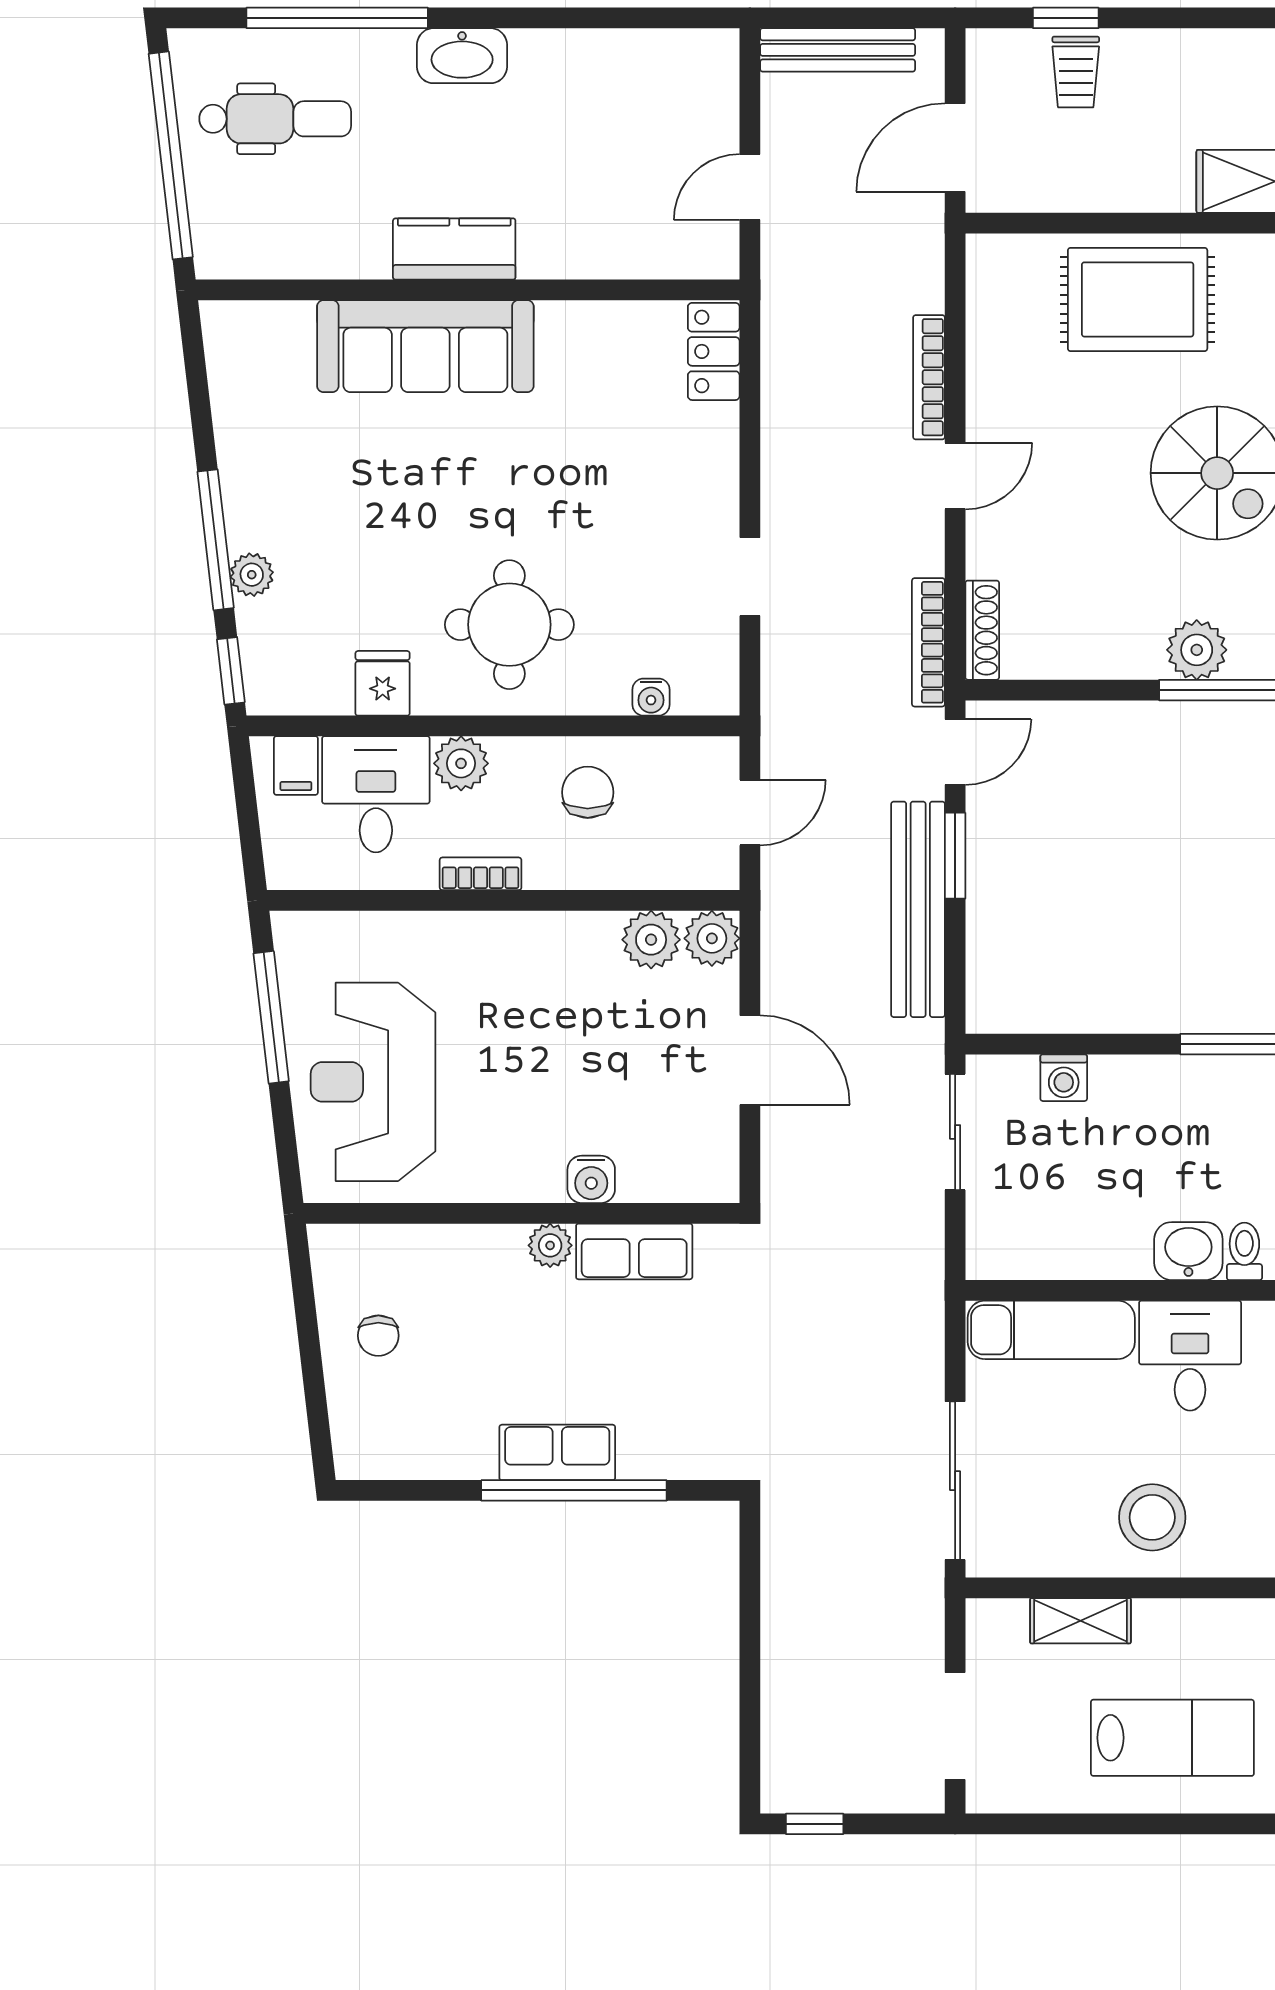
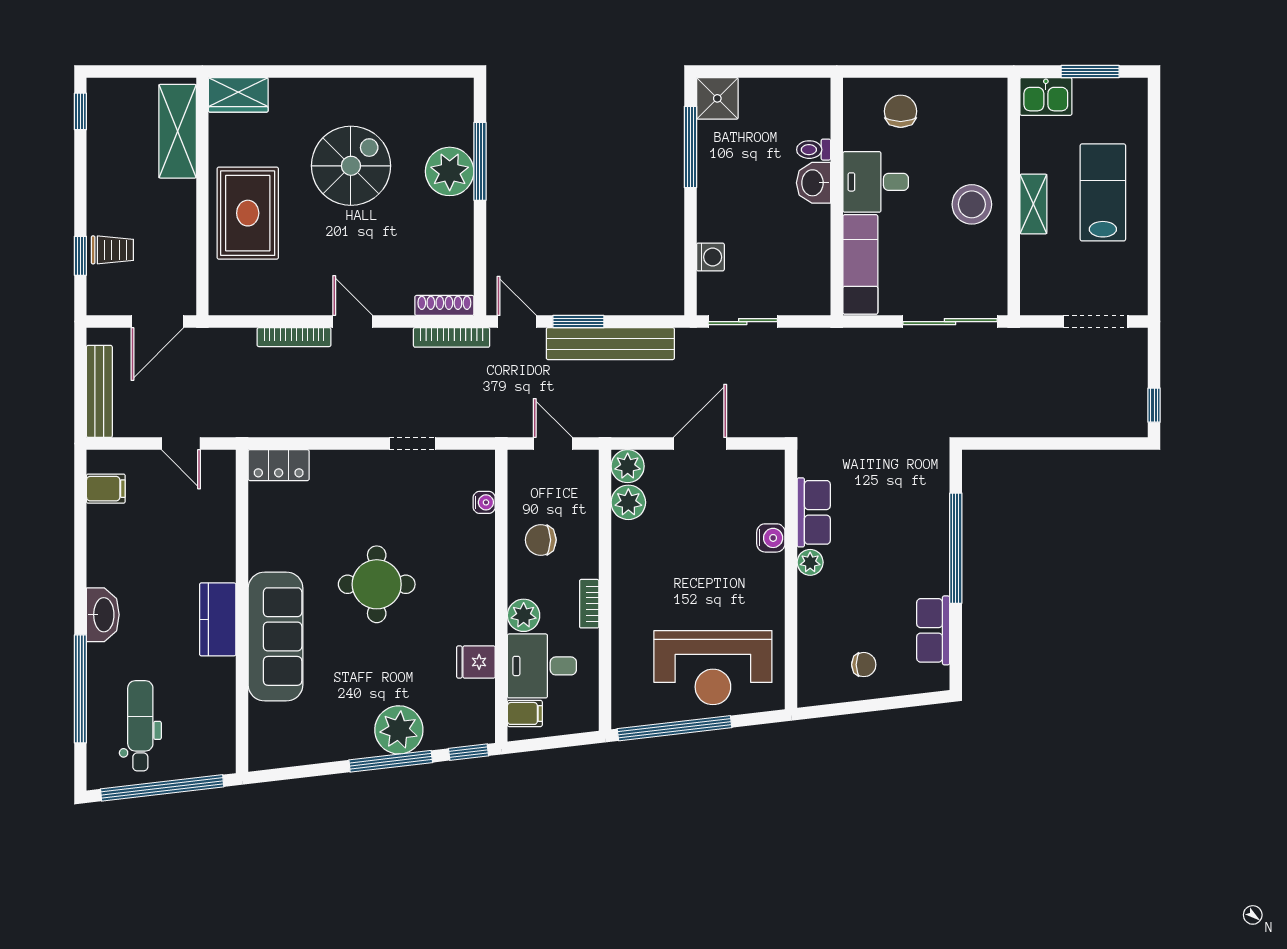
filing cabinet: (674, 61) -> (106, 489), added
door: (955, 147) -> (157, 322), hinge flipped
plant: (252, 575) -> (399, 730), width x1.87, depth x1.87
round table: (509, 625) -> (377, 584), moved
plant: (1197, 650) -> (450, 171), width x1.36, depth x1.36
window: (271, 1017) -> (674, 728), width x1.46
row of seats: (557, 1452) -> (933, 630), moved
shelving: (1080, 1621) -> (1033, 204), moved

